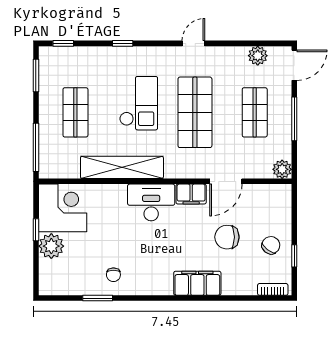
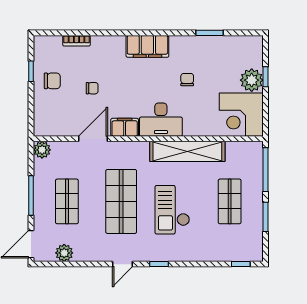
window: (123, 43) -> (159, 264), moved
window: (36, 75) -> (265, 217), moved
window: (36, 230) -> (265, 77), moved
chair: (227, 237) -> (92, 88), width x0.54, depth x0.54
chair: (271, 245) -> (52, 81), turned -128
chair: (113, 275) -> (187, 80), moved
filing cabinet: (197, 283) -> (147, 46), moved
bookcase: (273, 289) -> (76, 41), moved

